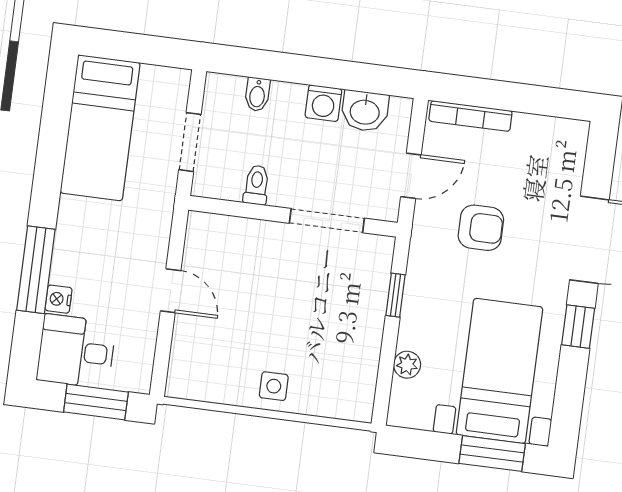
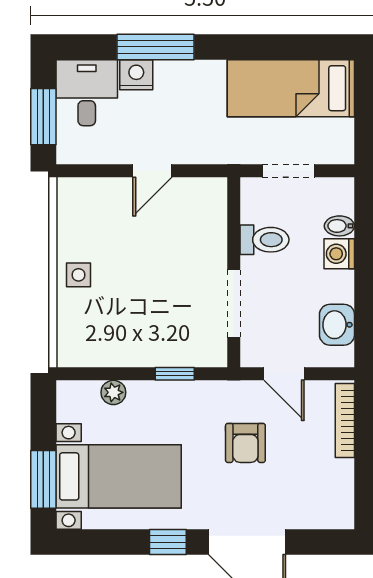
washing machine: (323, 103) -> (339, 254), moved
toilet: (256, 185) -> (264, 240), width x1.37, depth x1.39
nightstand: (59, 299) -> (136, 75), width x1.39, depth x1.35

